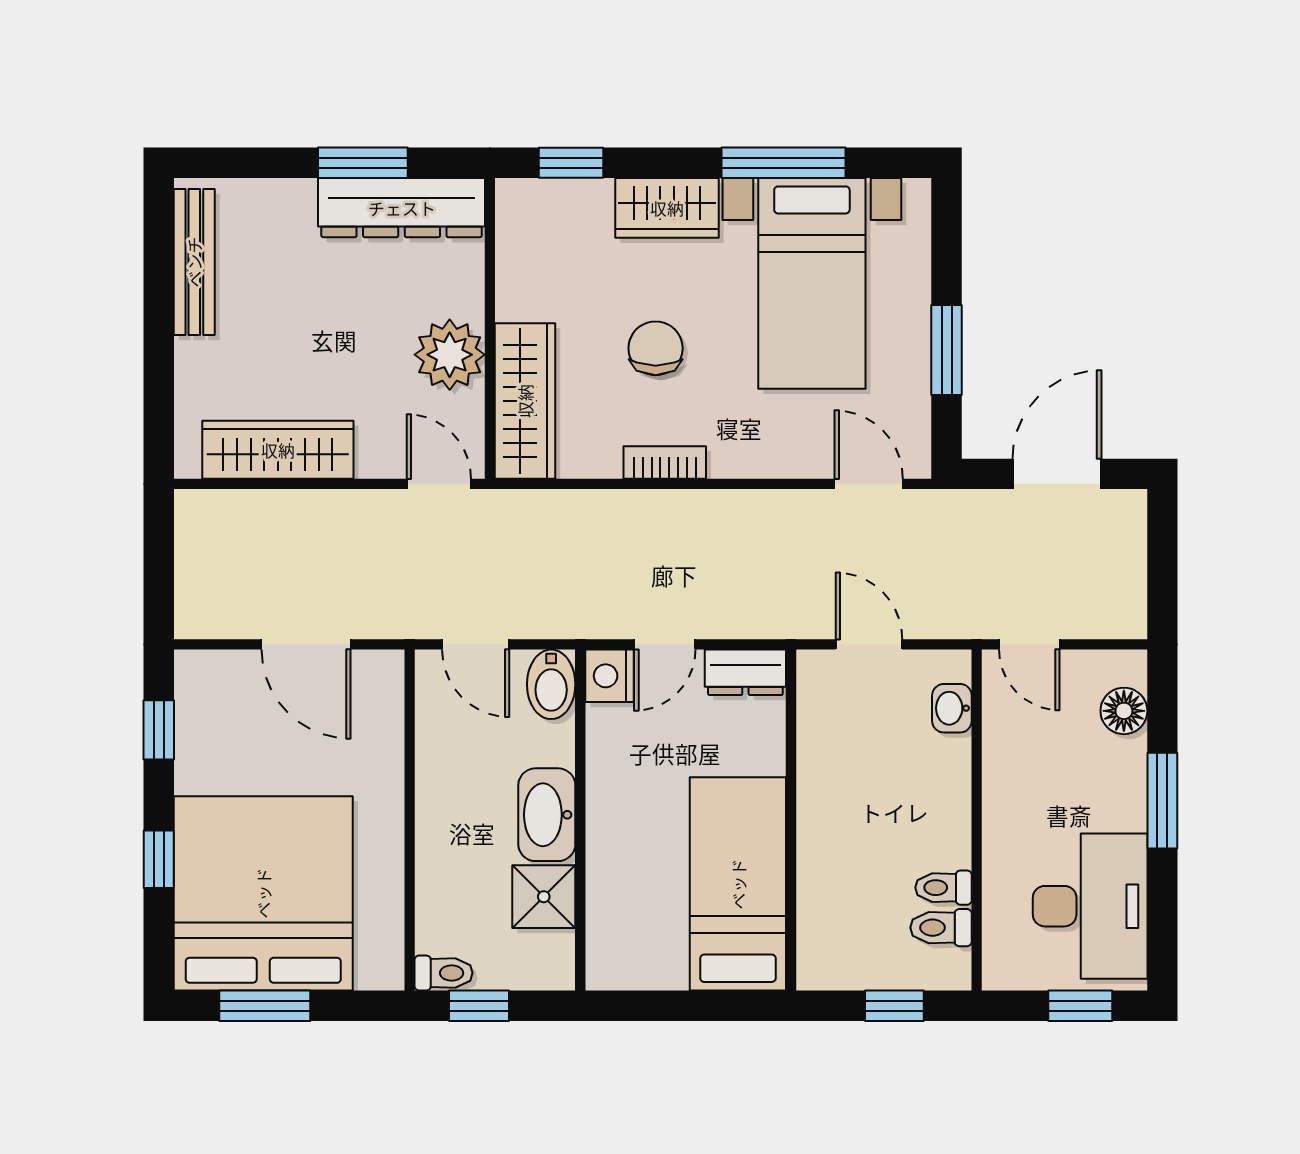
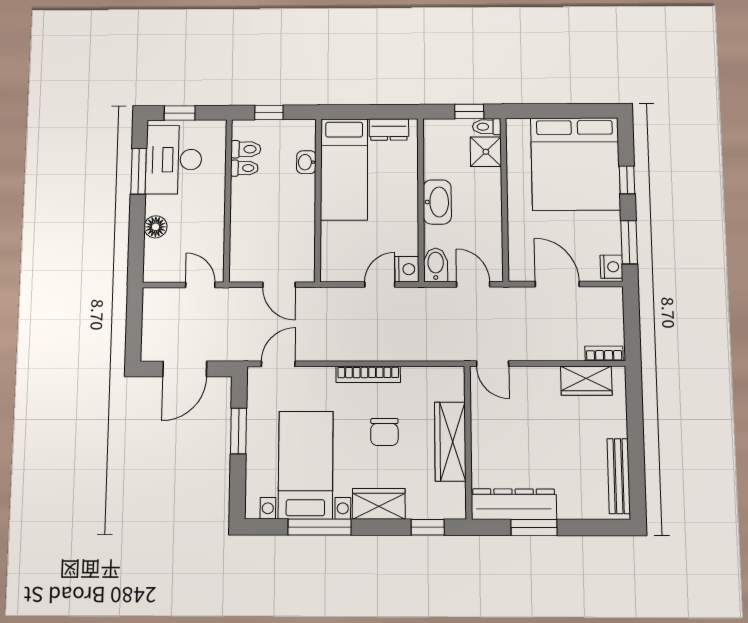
plant: (450, 355) -> (488, 429), removed
wardrobe: (525, 401) -> (450, 442), moved
wardrobe: (278, 450) -> (586, 381), width x0.67
bookcase: (665, 462) -> (368, 374), width x1.56
door: (869, 484) -> (278, 364), swing flipped
bookcase: (216, 504) -> (604, 353), added
dresser: (745, 672) -> (389, 130), moved, turned 180
nightstand: (196, 680) -> (611, 267), added
washbasin: (952, 708) -> (306, 162), moved, turned 180
floor lamp: (1124, 711) -> (156, 227), moved
window: (159, 730) -> (629, 242), width x1.50
window: (1162, 801) -> (139, 171), moved
shower: (544, 897) -> (486, 152), moved
window: (265, 1006) -> (573, 111), removed

